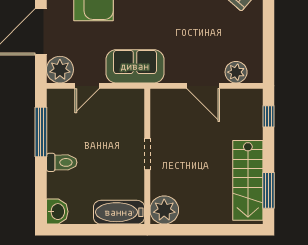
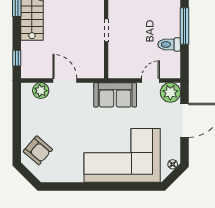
window: (41, 132) -> (184, 26), moved
toilet: (62, 162) -> (169, 44), moved

